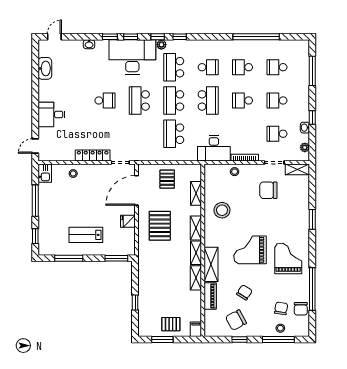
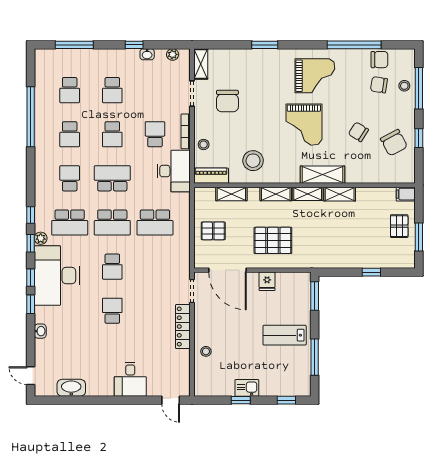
school desk: (139, 100) -> (112, 267), width x0.54
school desk: (277, 134) -> (155, 134), moved, turned 180
kitchen sink: (45, 173) -> (247, 388), moved
window: (35, 201) -> (241, 400), width x0.46
lab bench: (86, 235) -> (285, 335), turned 90
grand piano: (288, 258) -> (315, 76), turned 180
piano: (210, 296) -> (211, 176), moved

